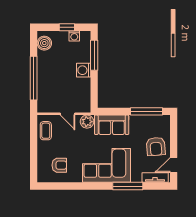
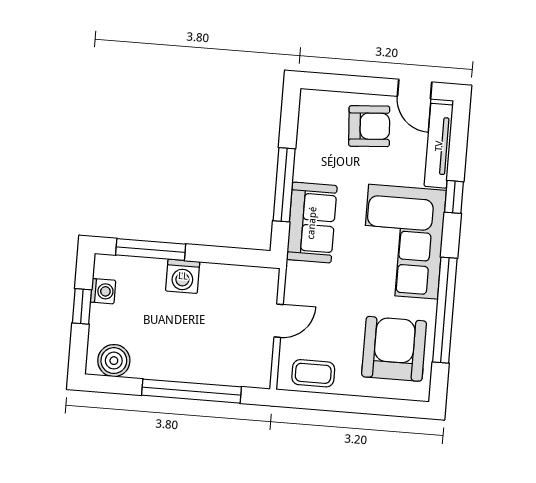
window: (147, 111) -> (284, 185), moved
plant: (87, 122) -> (300, 278), removed
armchair: (59, 165) -> (394, 349), width x1.88, depth x1.88
tv unit: (155, 178) -> (439, 146), width x1.41
window: (78, 186) -> (445, 310), added
window: (128, 186) -> (454, 197), width x0.46

